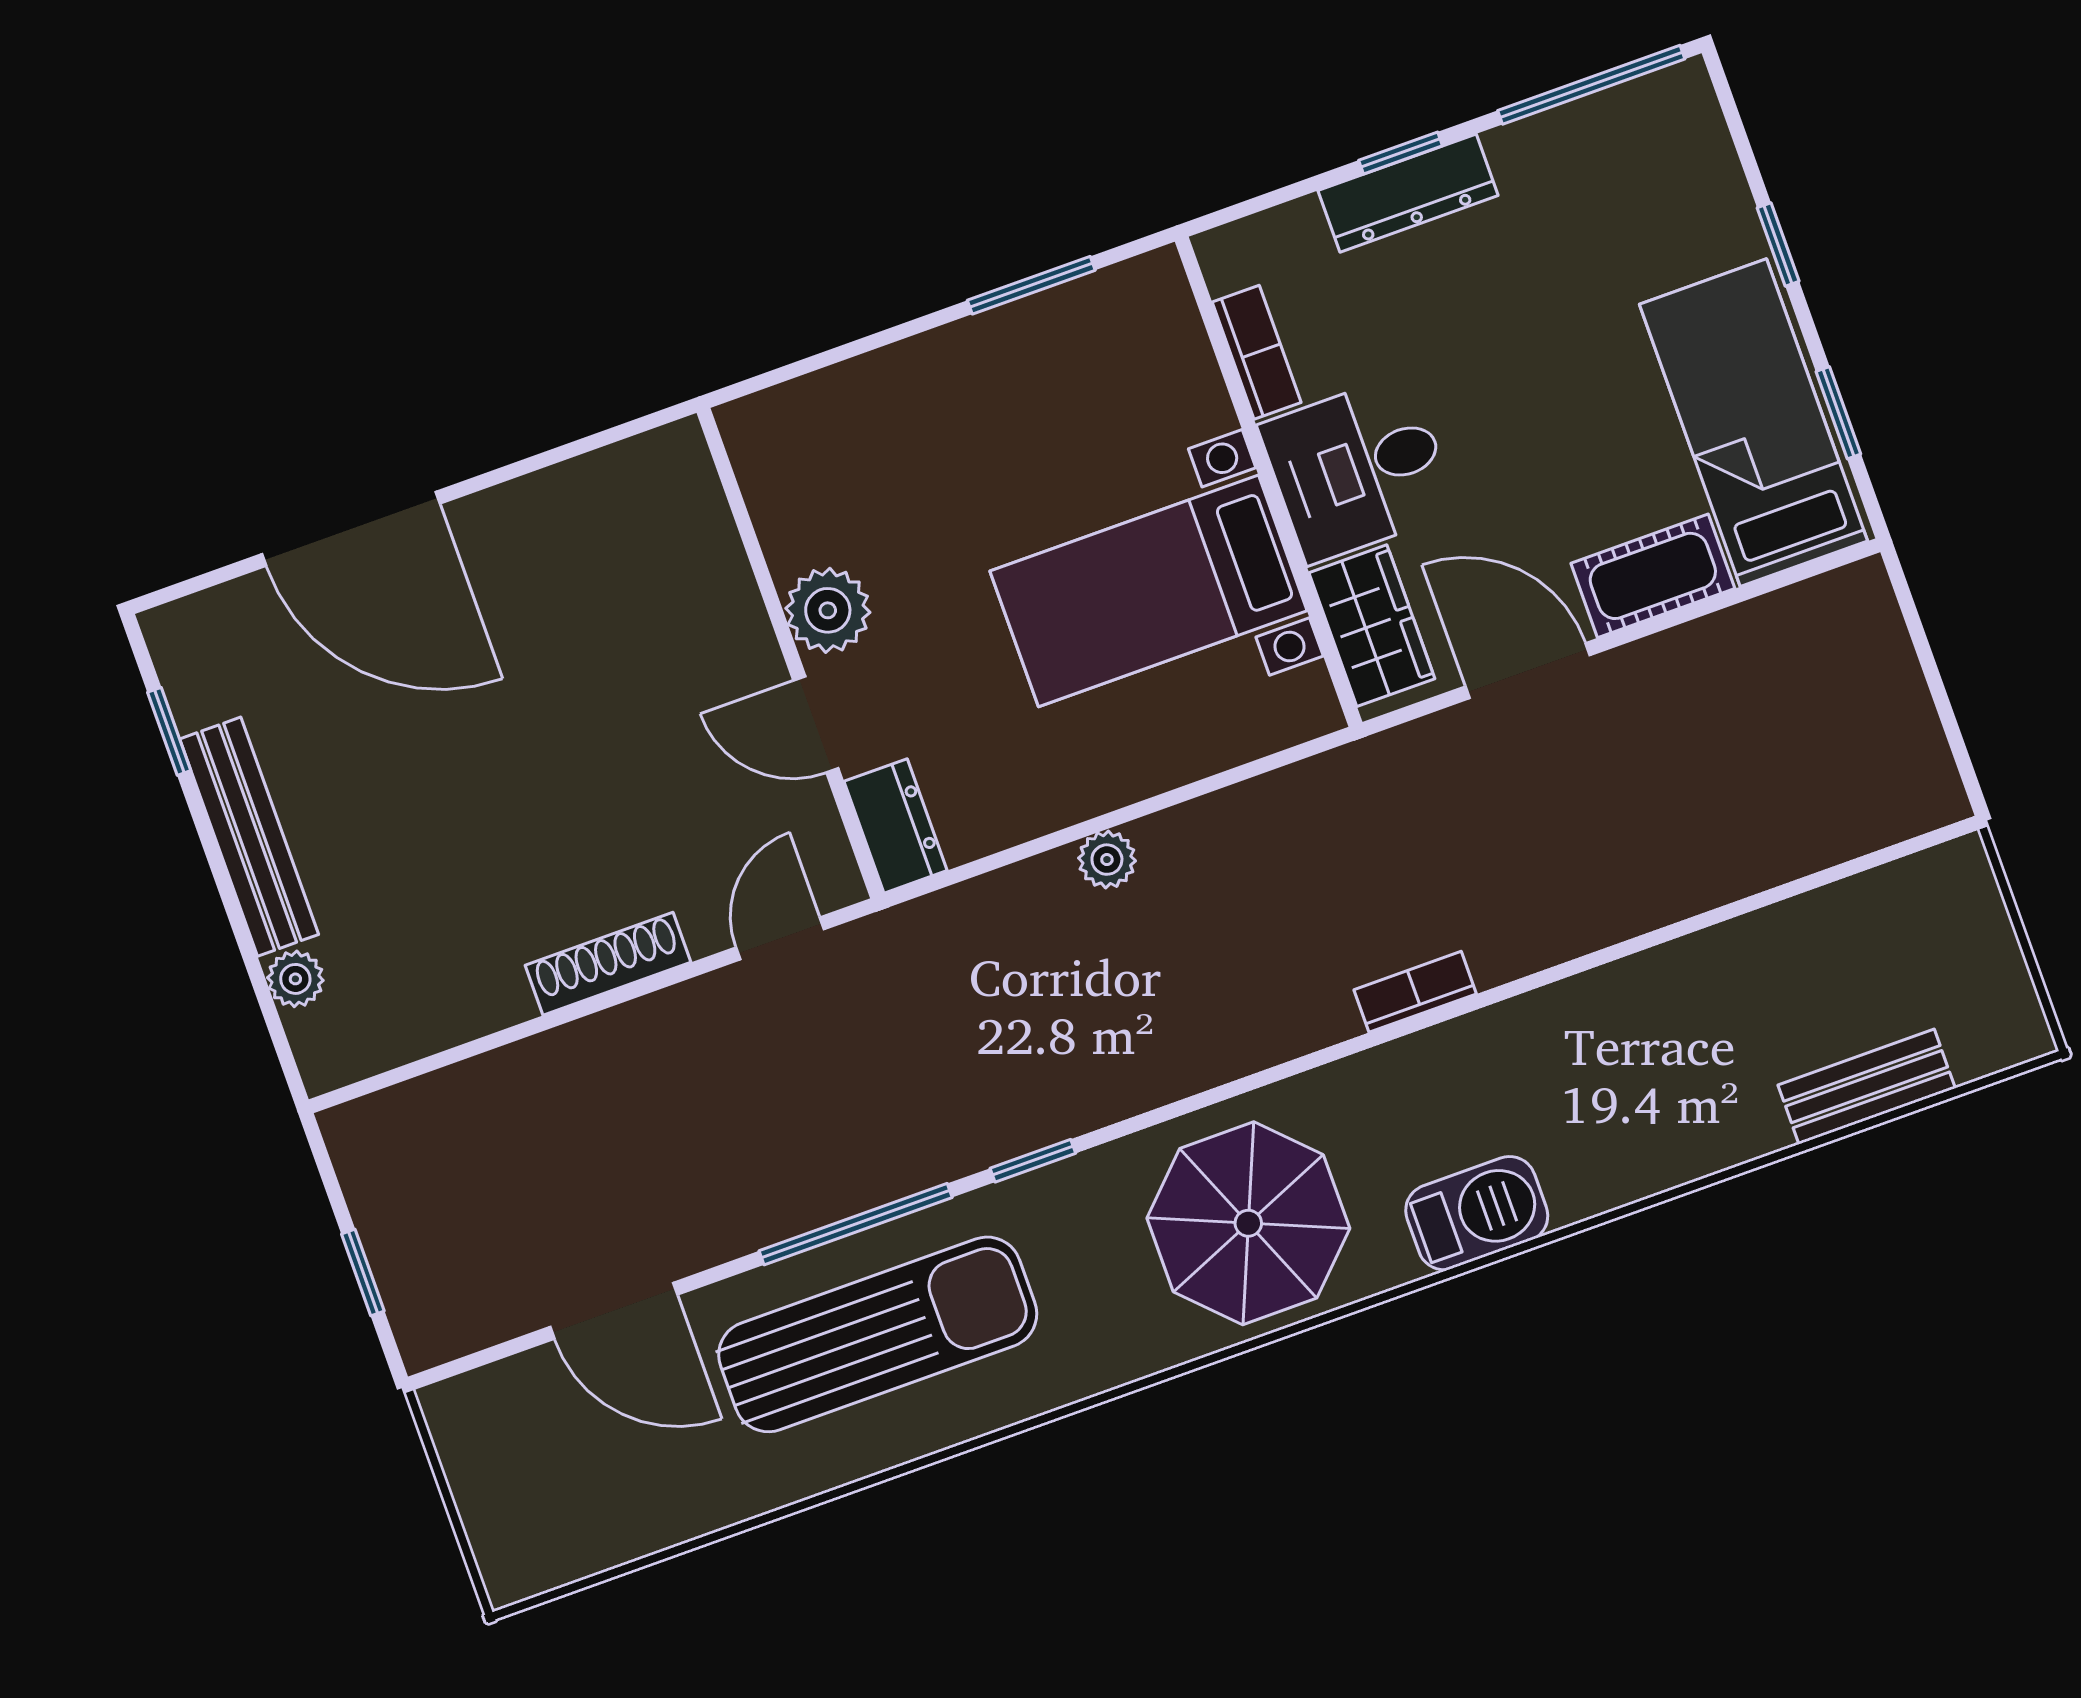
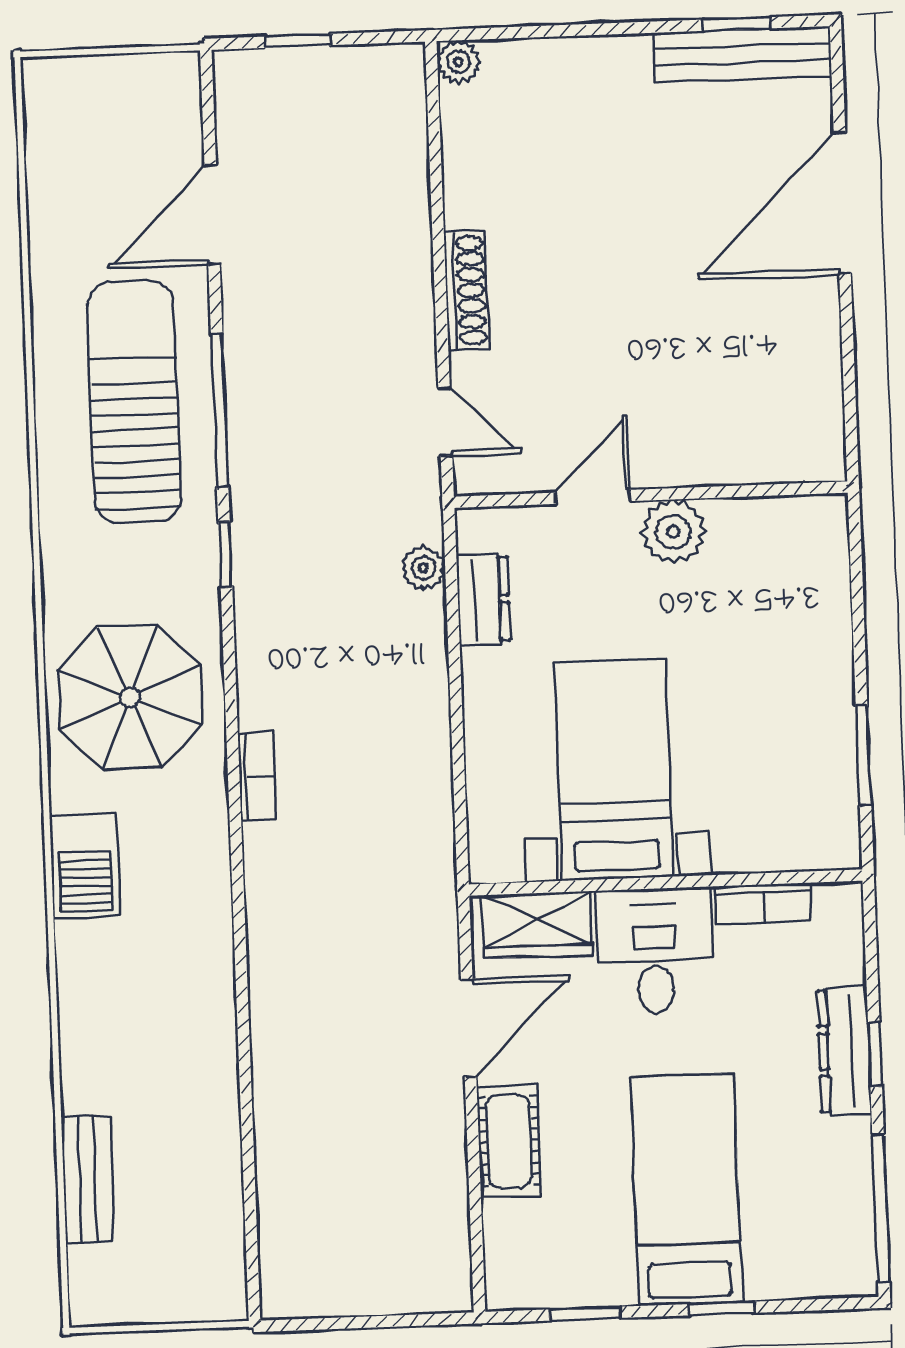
bed: (1753, 423) -> (686, 1189), moved, turned -90
dresser: (896, 826) -> (483, 599), moved, turned -90
bench: (249, 837) -> (743, 54), moved
plant: (1107, 860) -> (423, 568), moved
plant: (295, 979) -> (459, 62), moved
bookcase: (1415, 992) -> (257, 777), moved
sun lounger: (878, 1334) -> (134, 402), turned 180

